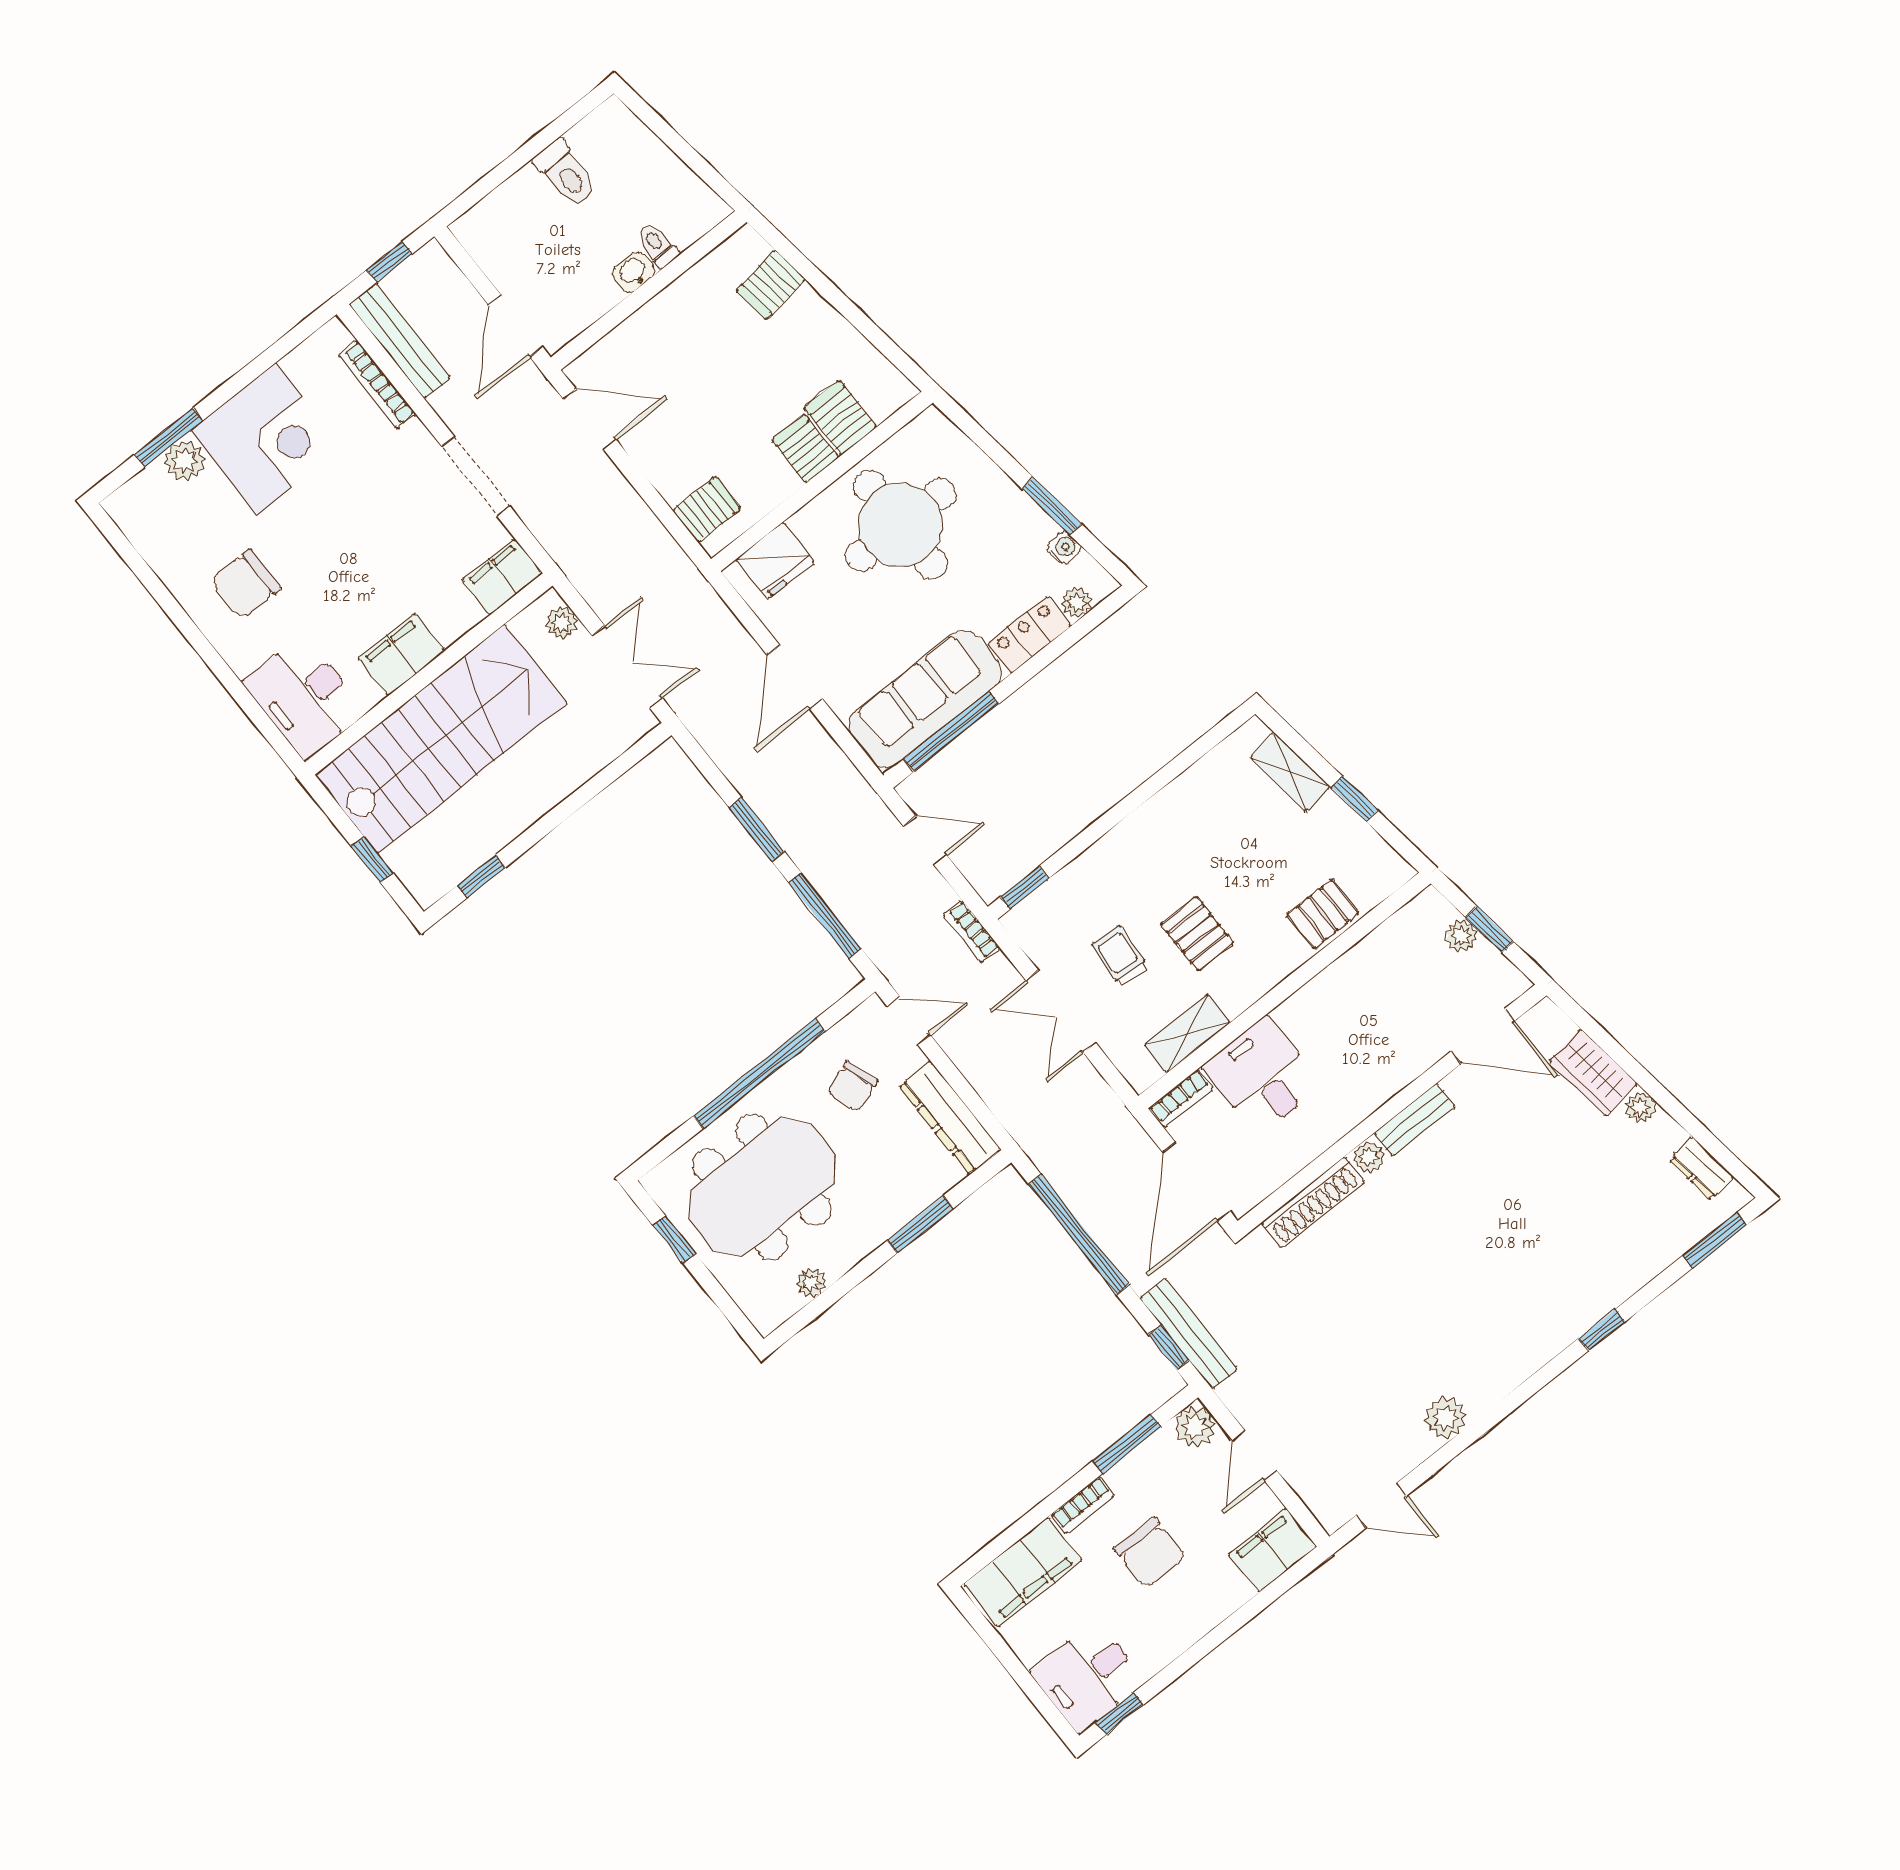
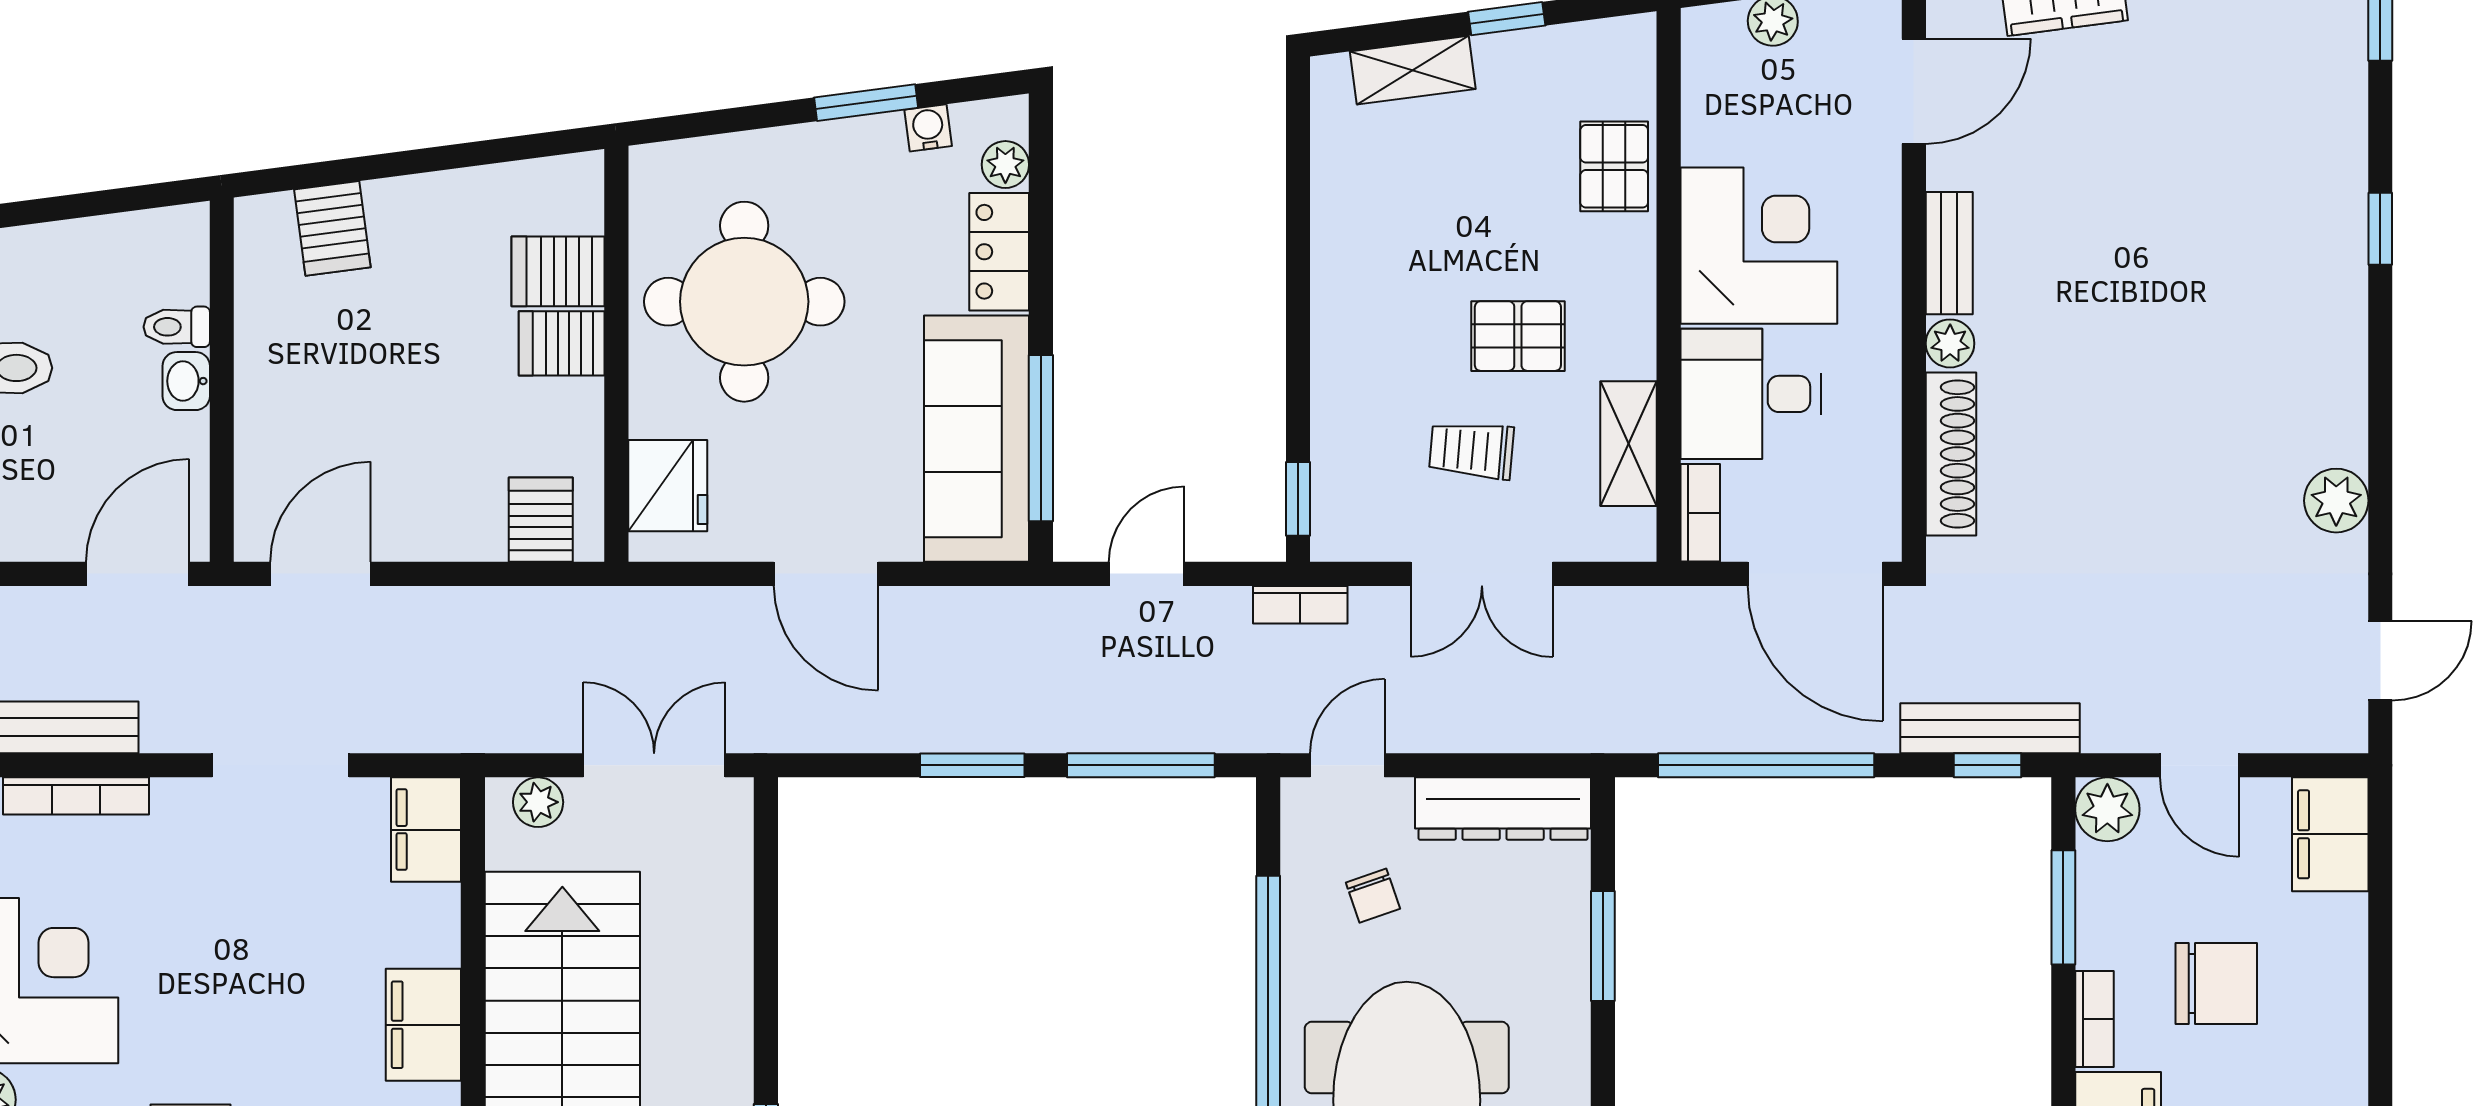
door: (515, 326) -> (138, 574), swing flipped
corner desk: (1341, 1020) -> (1759, 246), added
chair: (853, 1087) -> (1373, 896), width x0.73, depth x0.73

